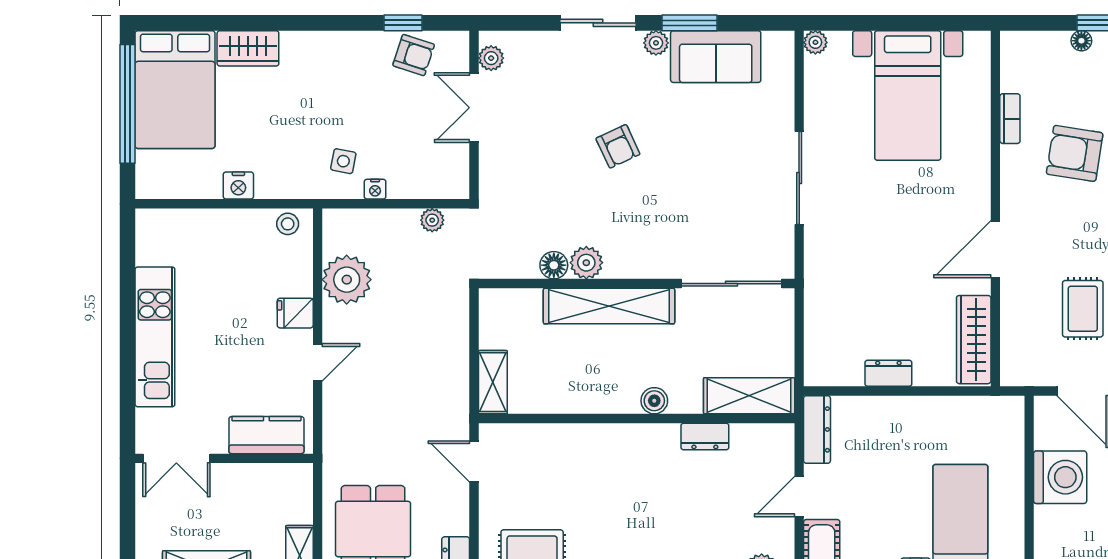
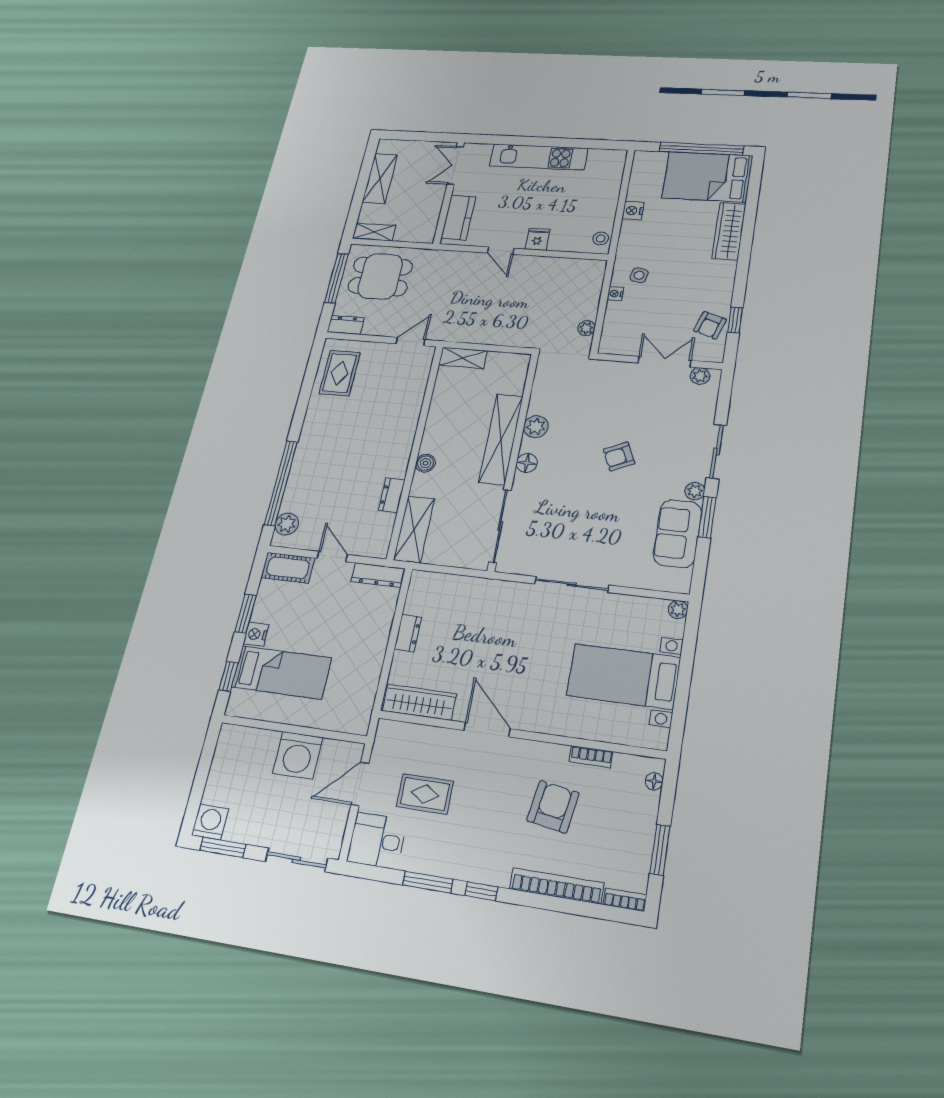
floor lamp: (1081, 41) -> (654, 781), moved
wardrobe: (248, 48) -> (729, 231), width x1.50
floor lamp: (554, 265) -> (527, 463), moved
plant: (347, 280) -> (554, 272), removed

